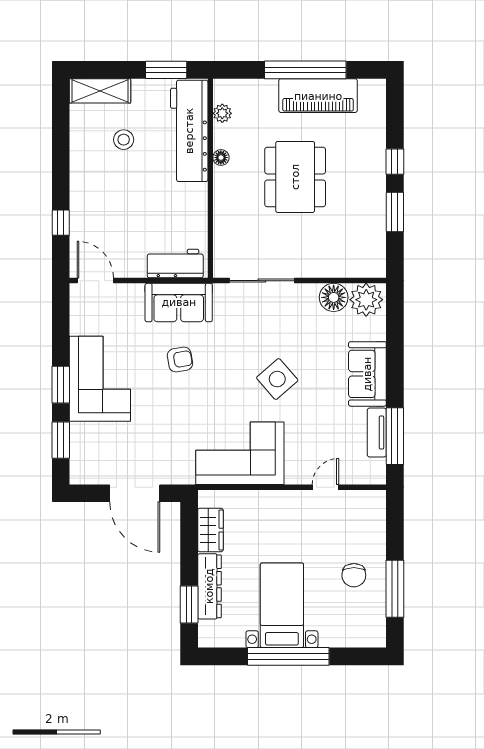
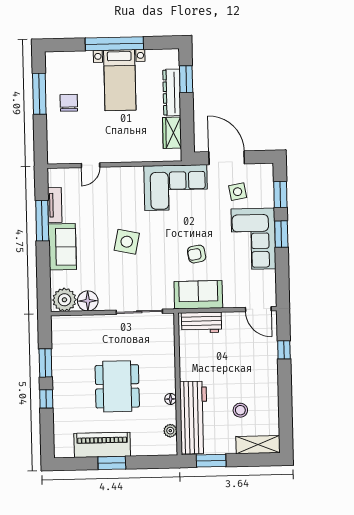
window: (305, 70) -> (112, 463), width x0.47
side table: (277, 379) -> (127, 242), turned -37
window: (395, 436) -> (42, 221), moved
side table: (121, 445) -> (238, 192), added
corner sofa: (240, 453) -> (176, 188), moved

